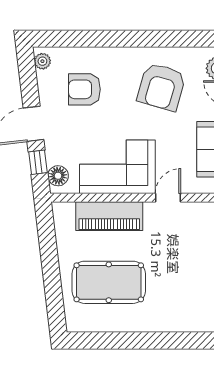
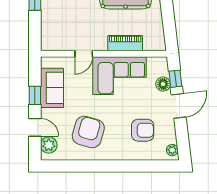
floor lamp: (58, 176) -> (163, 84), moved
piano: (109, 216) -> (125, 43), width x0.73, depth x0.75

